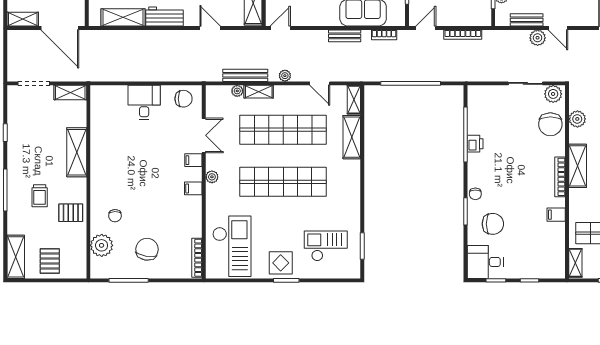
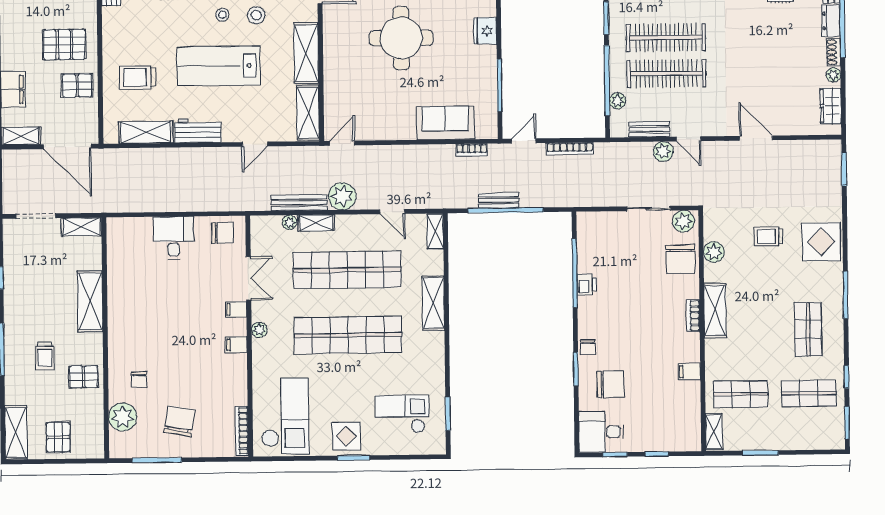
door: (210, 28) -> (255, 144), swing flipped
bench: (345, 36) -> (499, 200), moved
plant: (285, 76) -> (342, 196), width x1.87, depth x1.87
shelving: (352, 137) -> (433, 303), moved
bookcase: (560, 177) -> (693, 316), width x0.64

